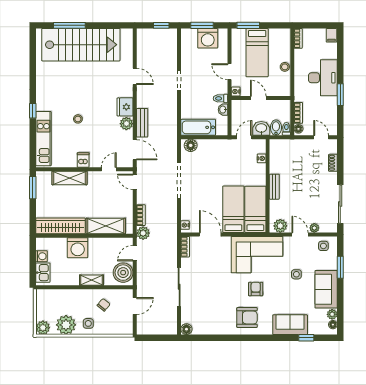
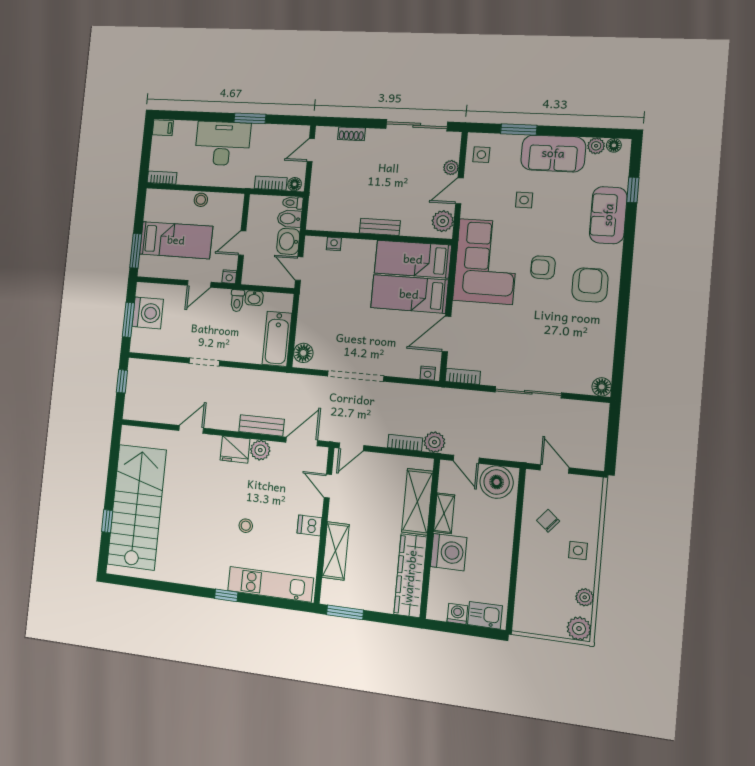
window: (69, 25) -> (107, 521), width x0.46
shelving: (91, 280) -> (444, 513), moved
plant: (66, 325) -> (585, 597), width x0.53, depth x0.53

